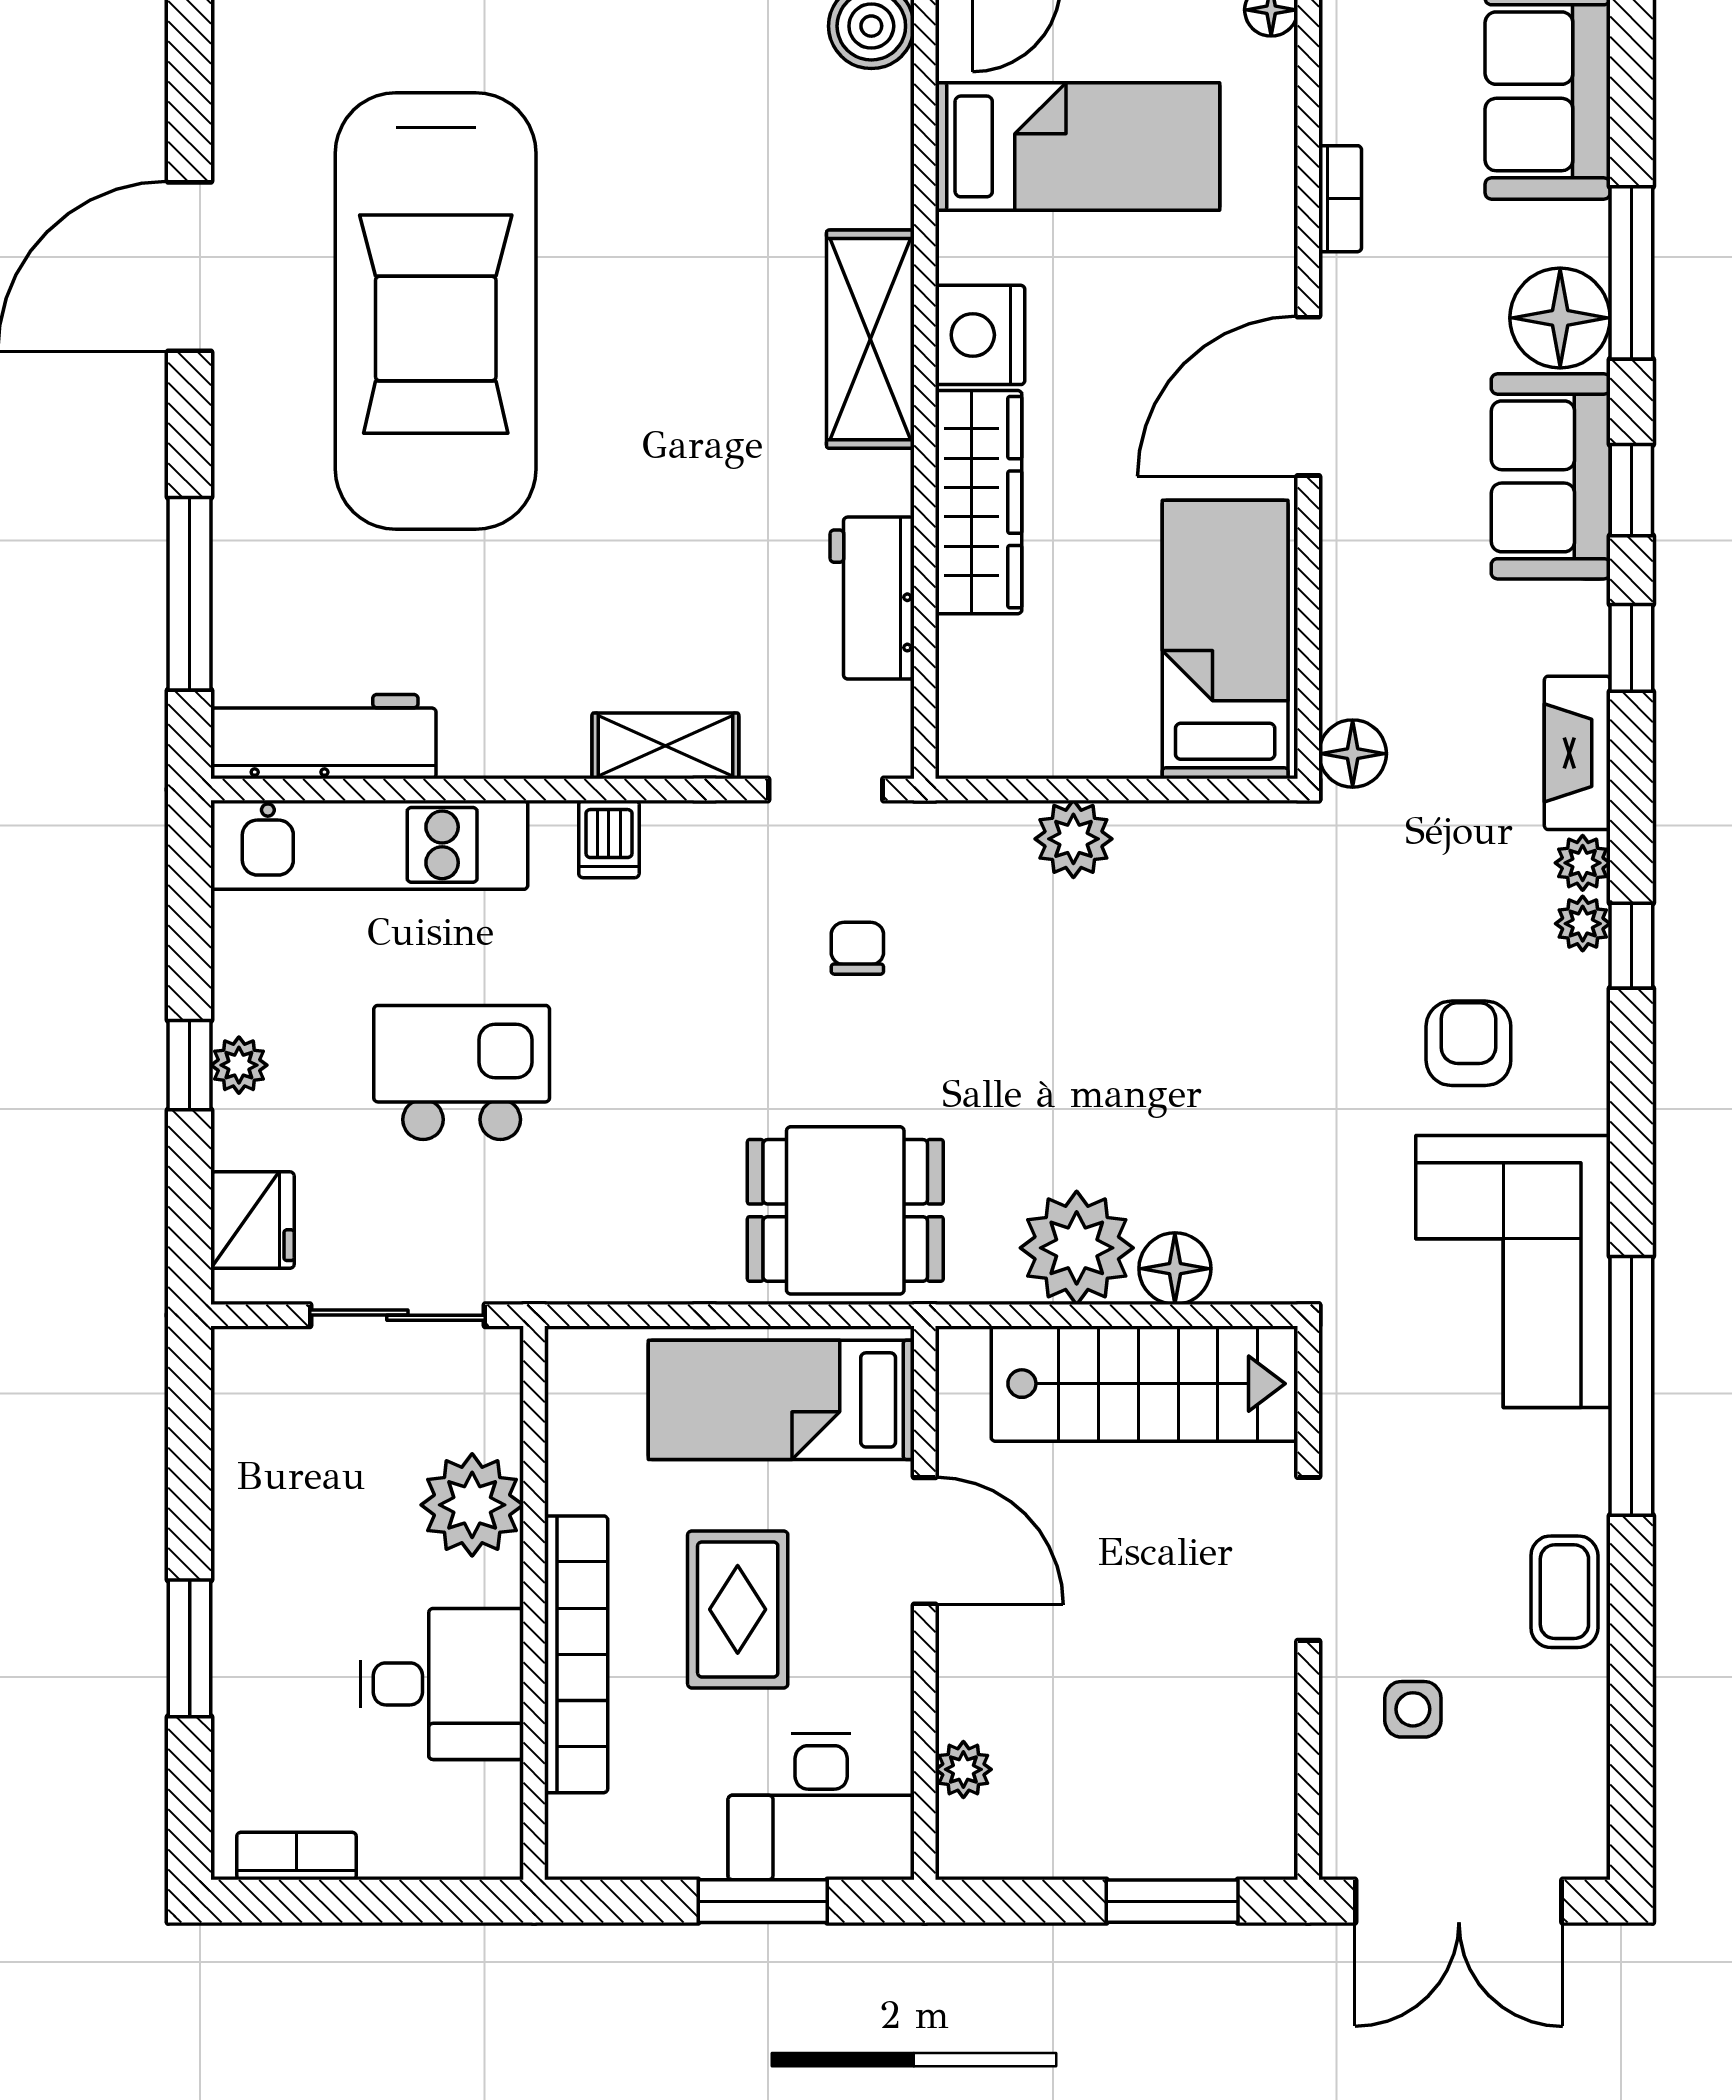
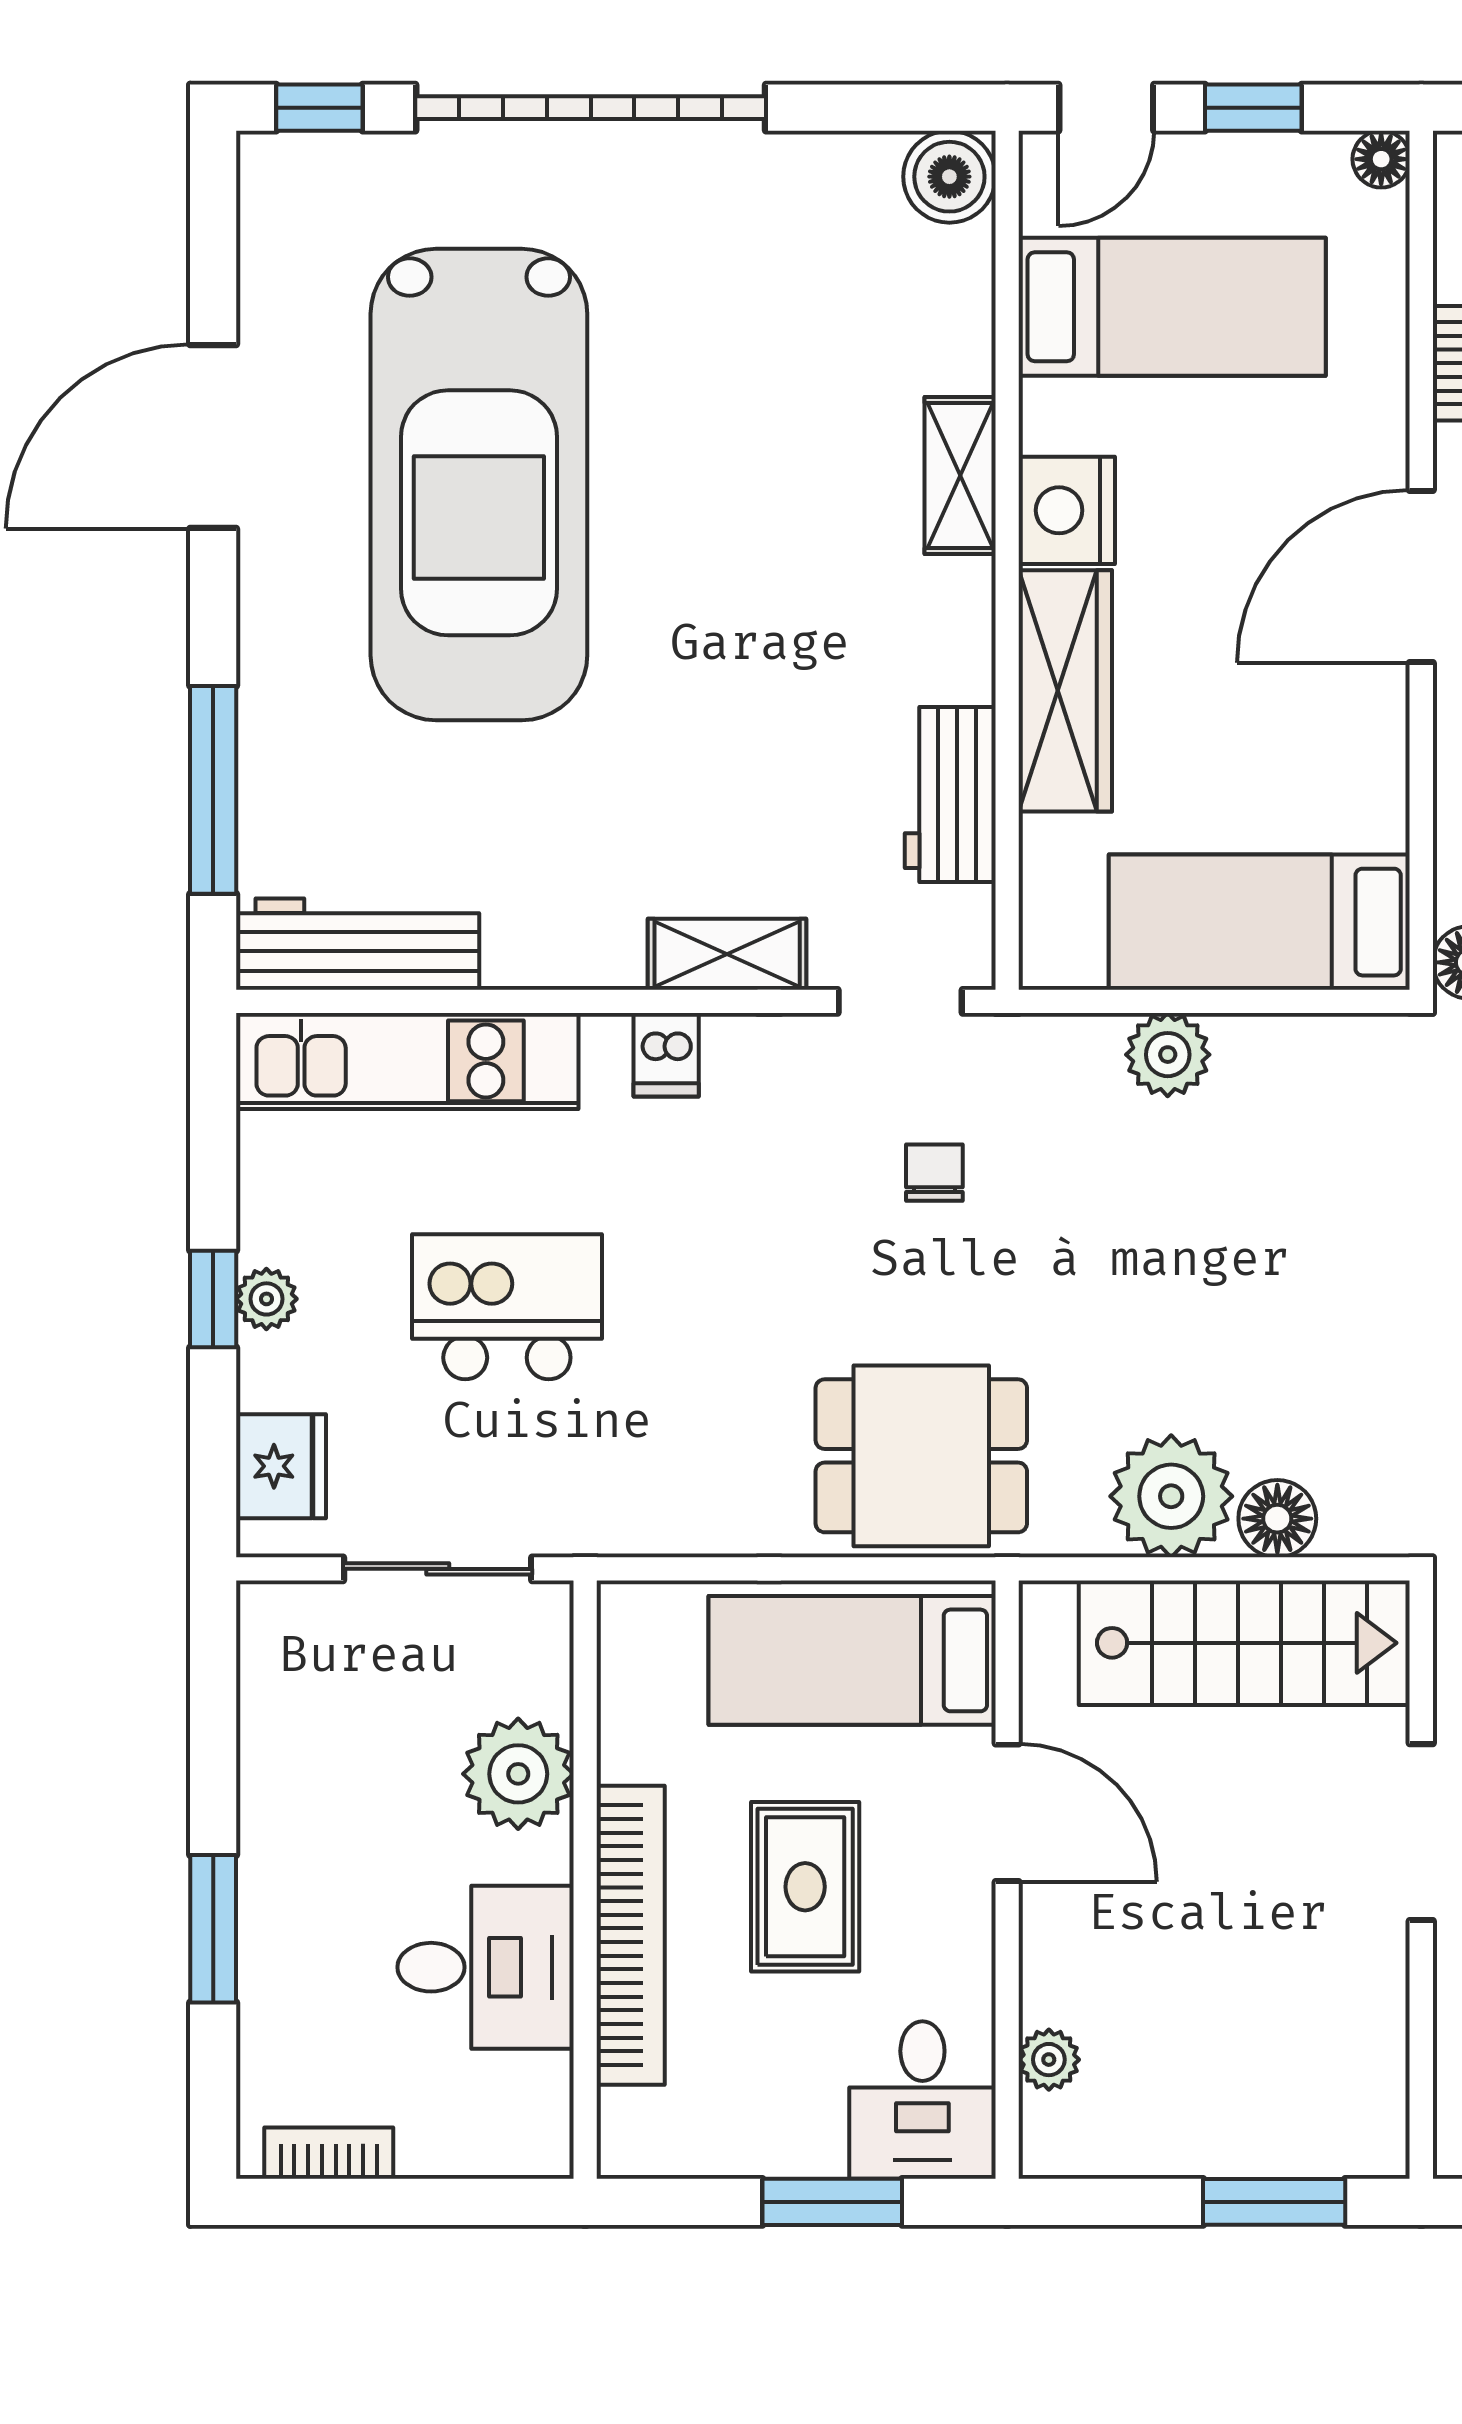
shelving: (870, 339) -> (960, 476), width x0.67, depth x0.75
bed: (1225, 640) -> (1259, 922), moved, turned -90
desk: (821, 1807) -> (922, 2100), width x0.73

